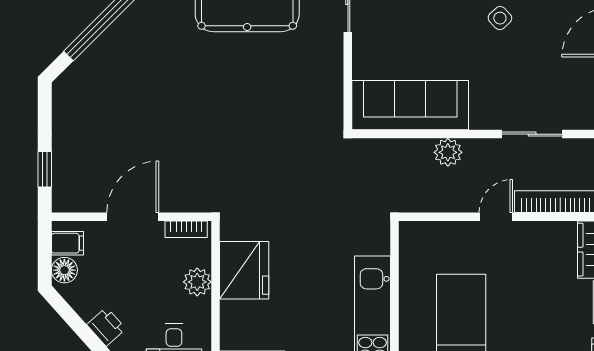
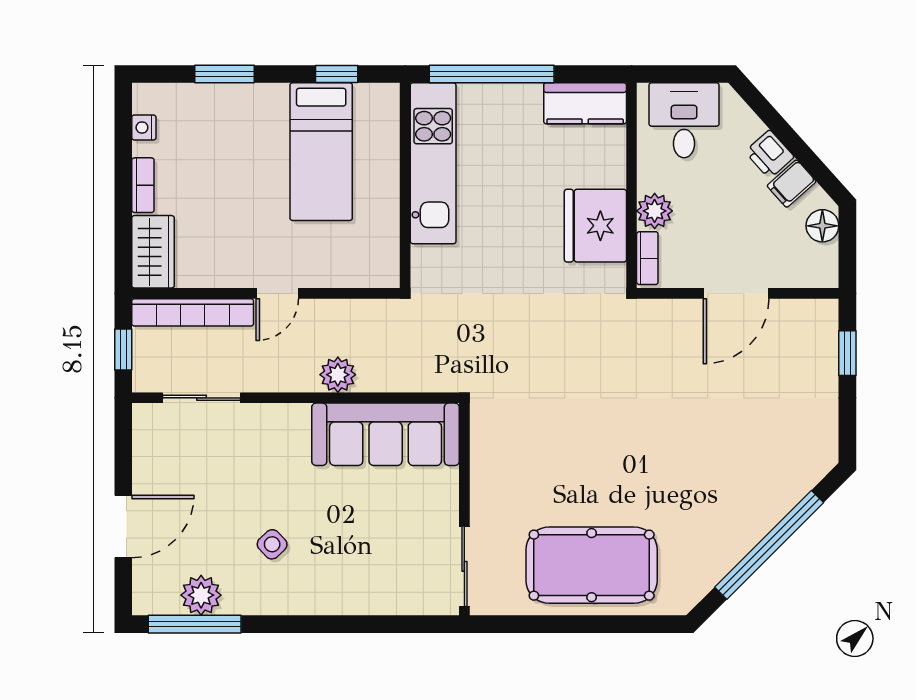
sliding door: (532, 134) -> (201, 398), moved
bookcase: (186, 229) -> (647, 258), moved, turned 90
filing cabinet: (67, 243) -> (792, 184), moved, turned -42

